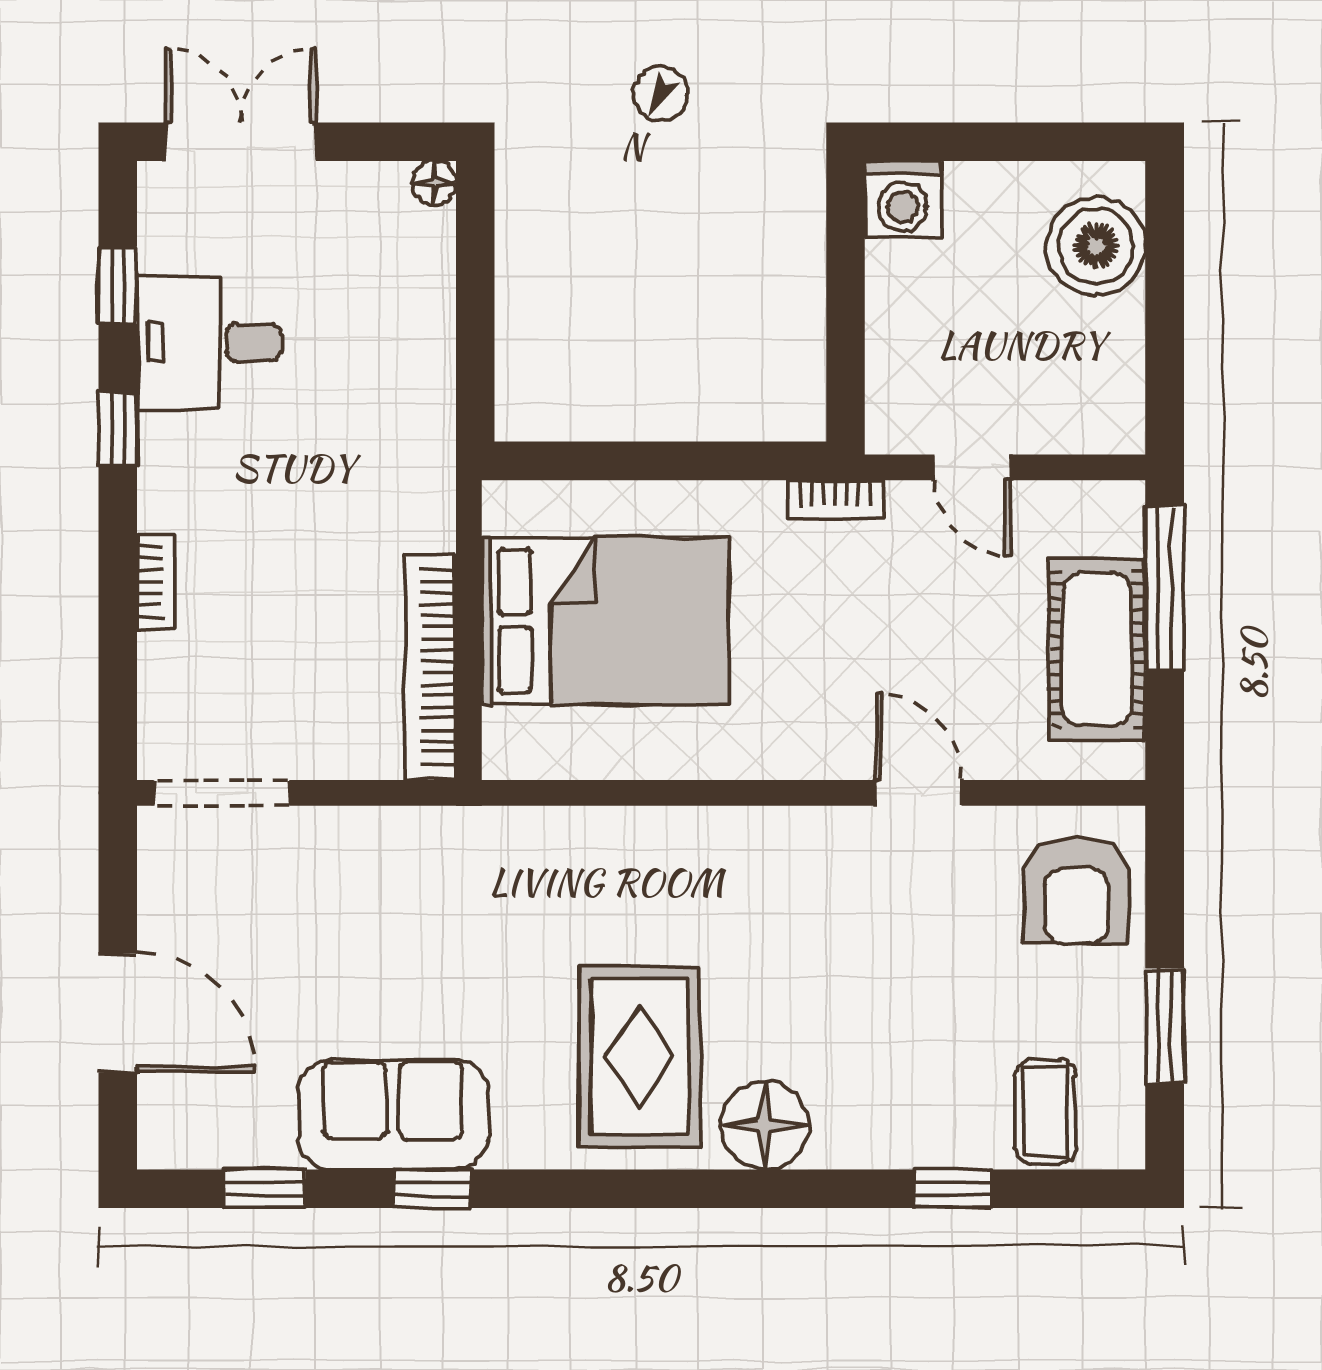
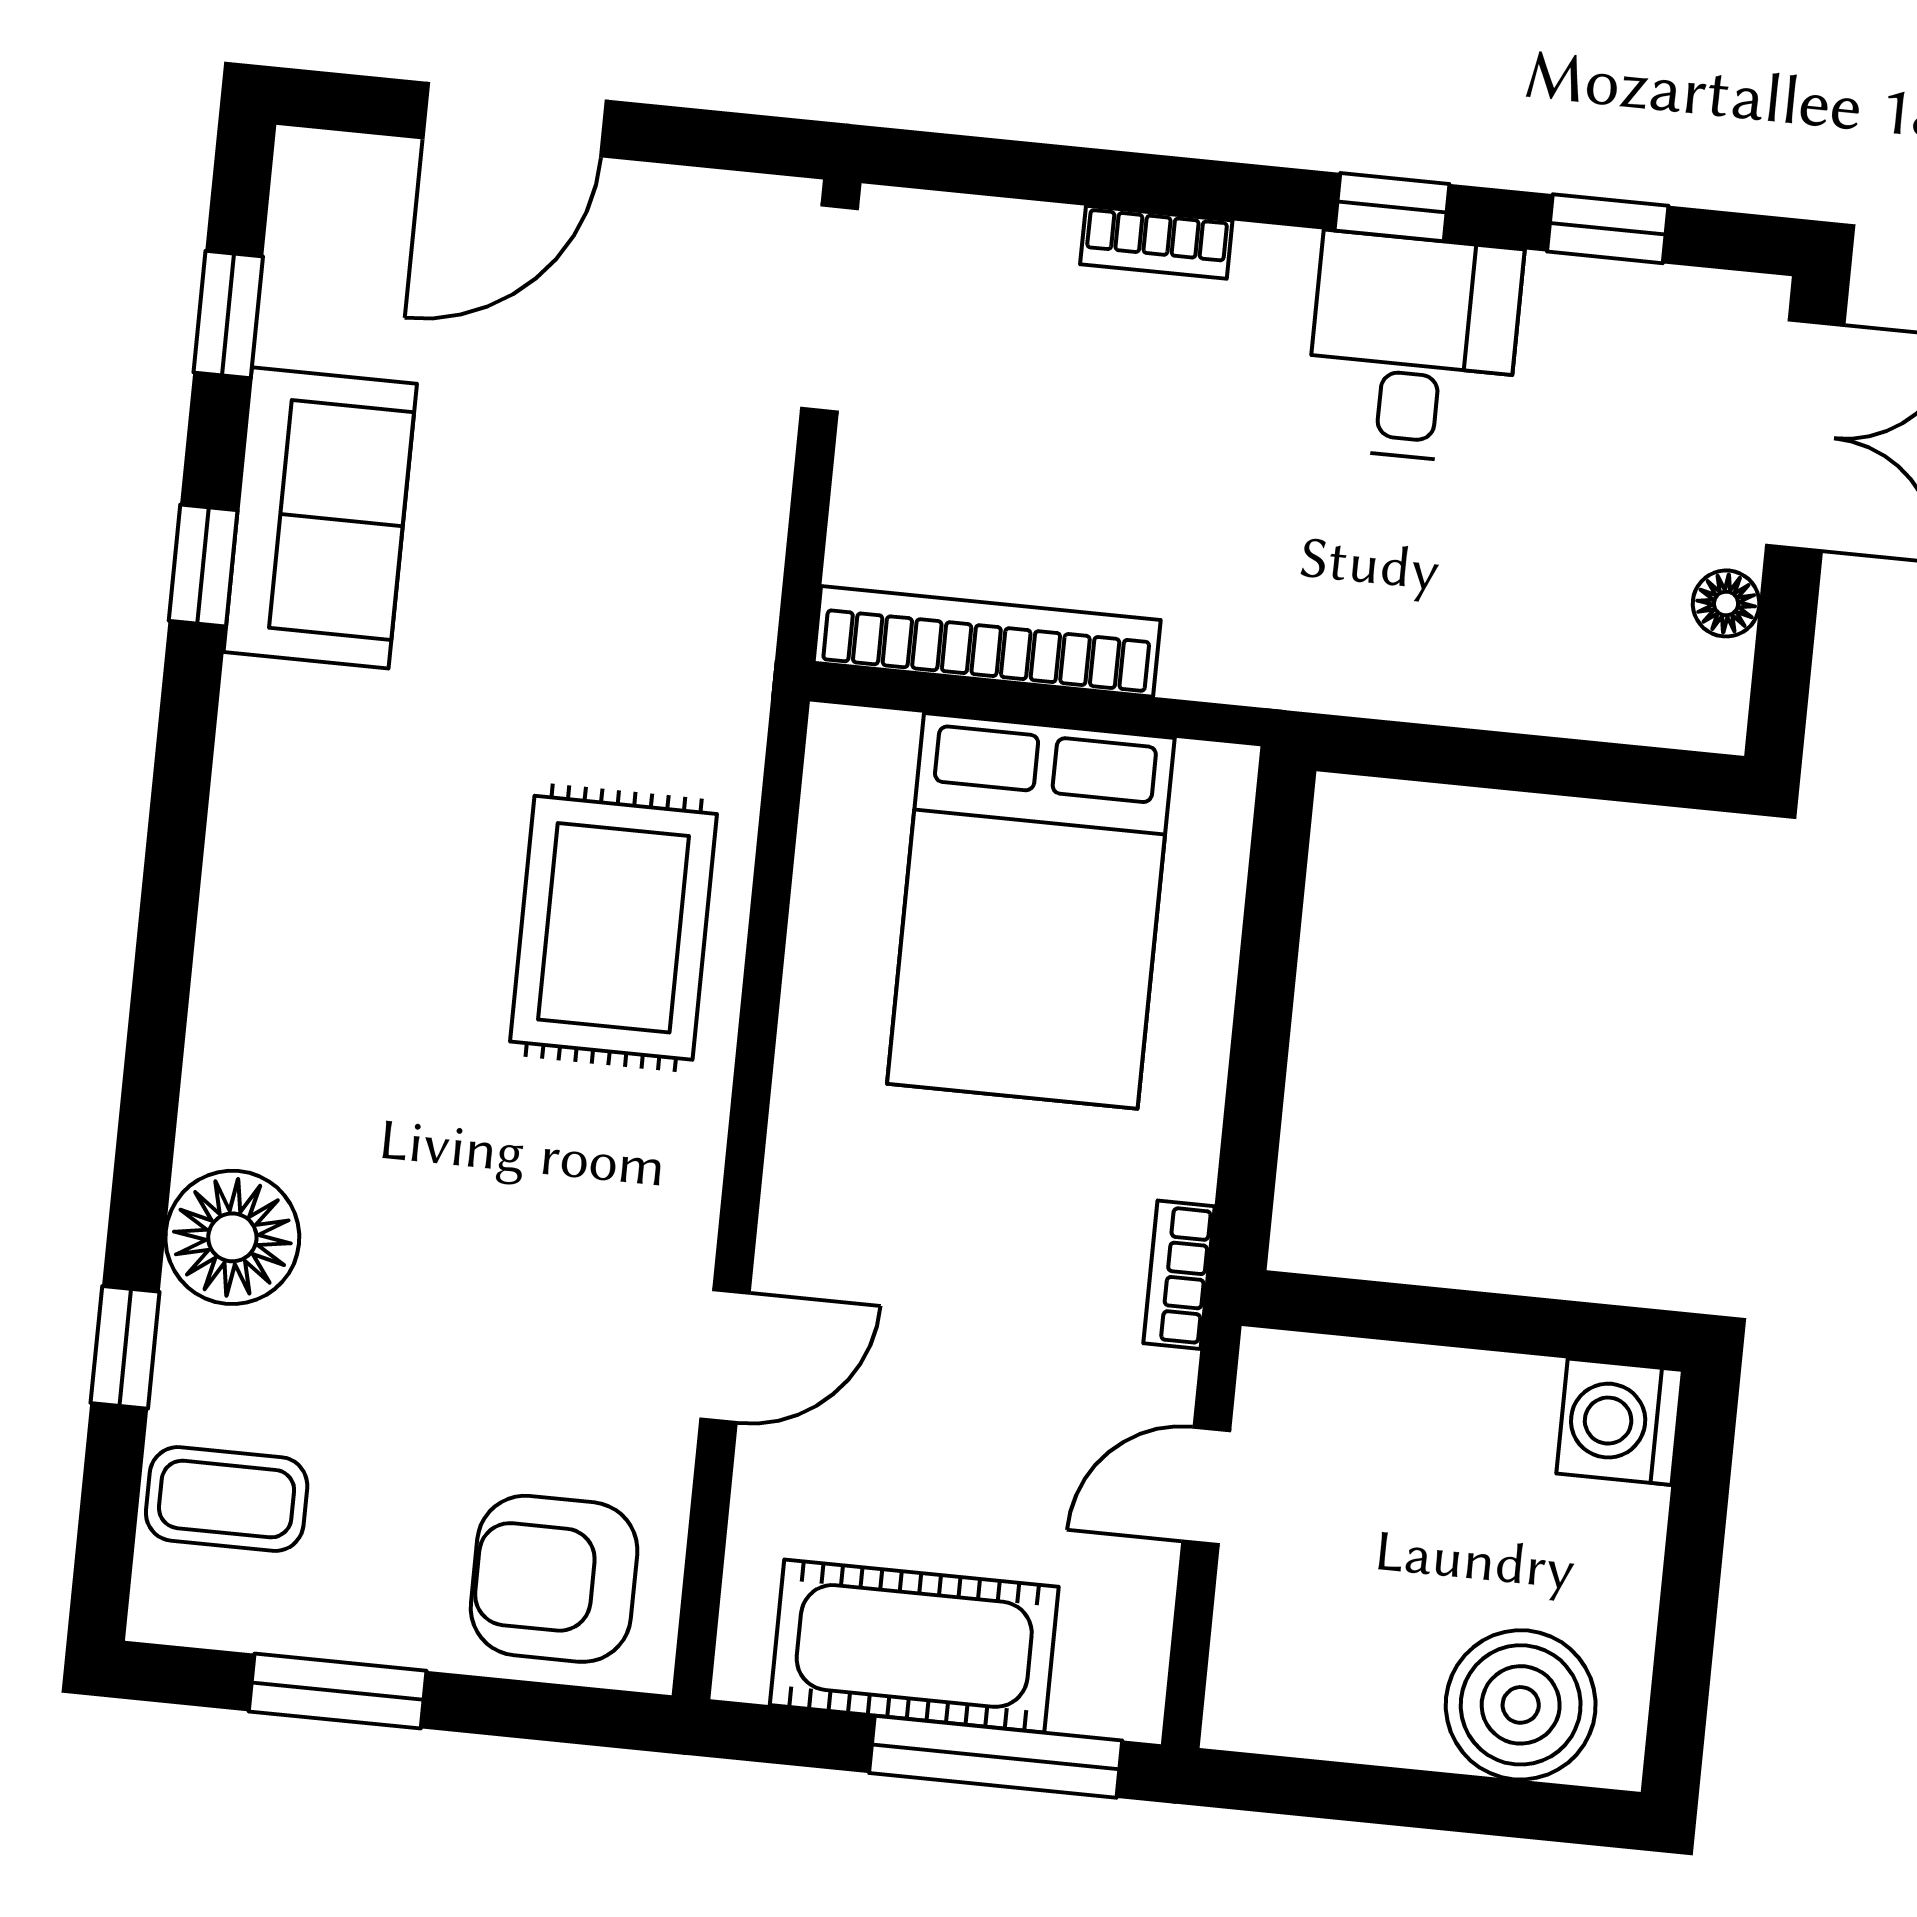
floor lamp: (434, 183) -> (1726, 603), moved
desk: (209, 342) -> (1413, 348), moved
rug: (639, 1057) -> (614, 928), moved, turned 90
floor lamp: (765, 1125) -> (232, 1237), moved

